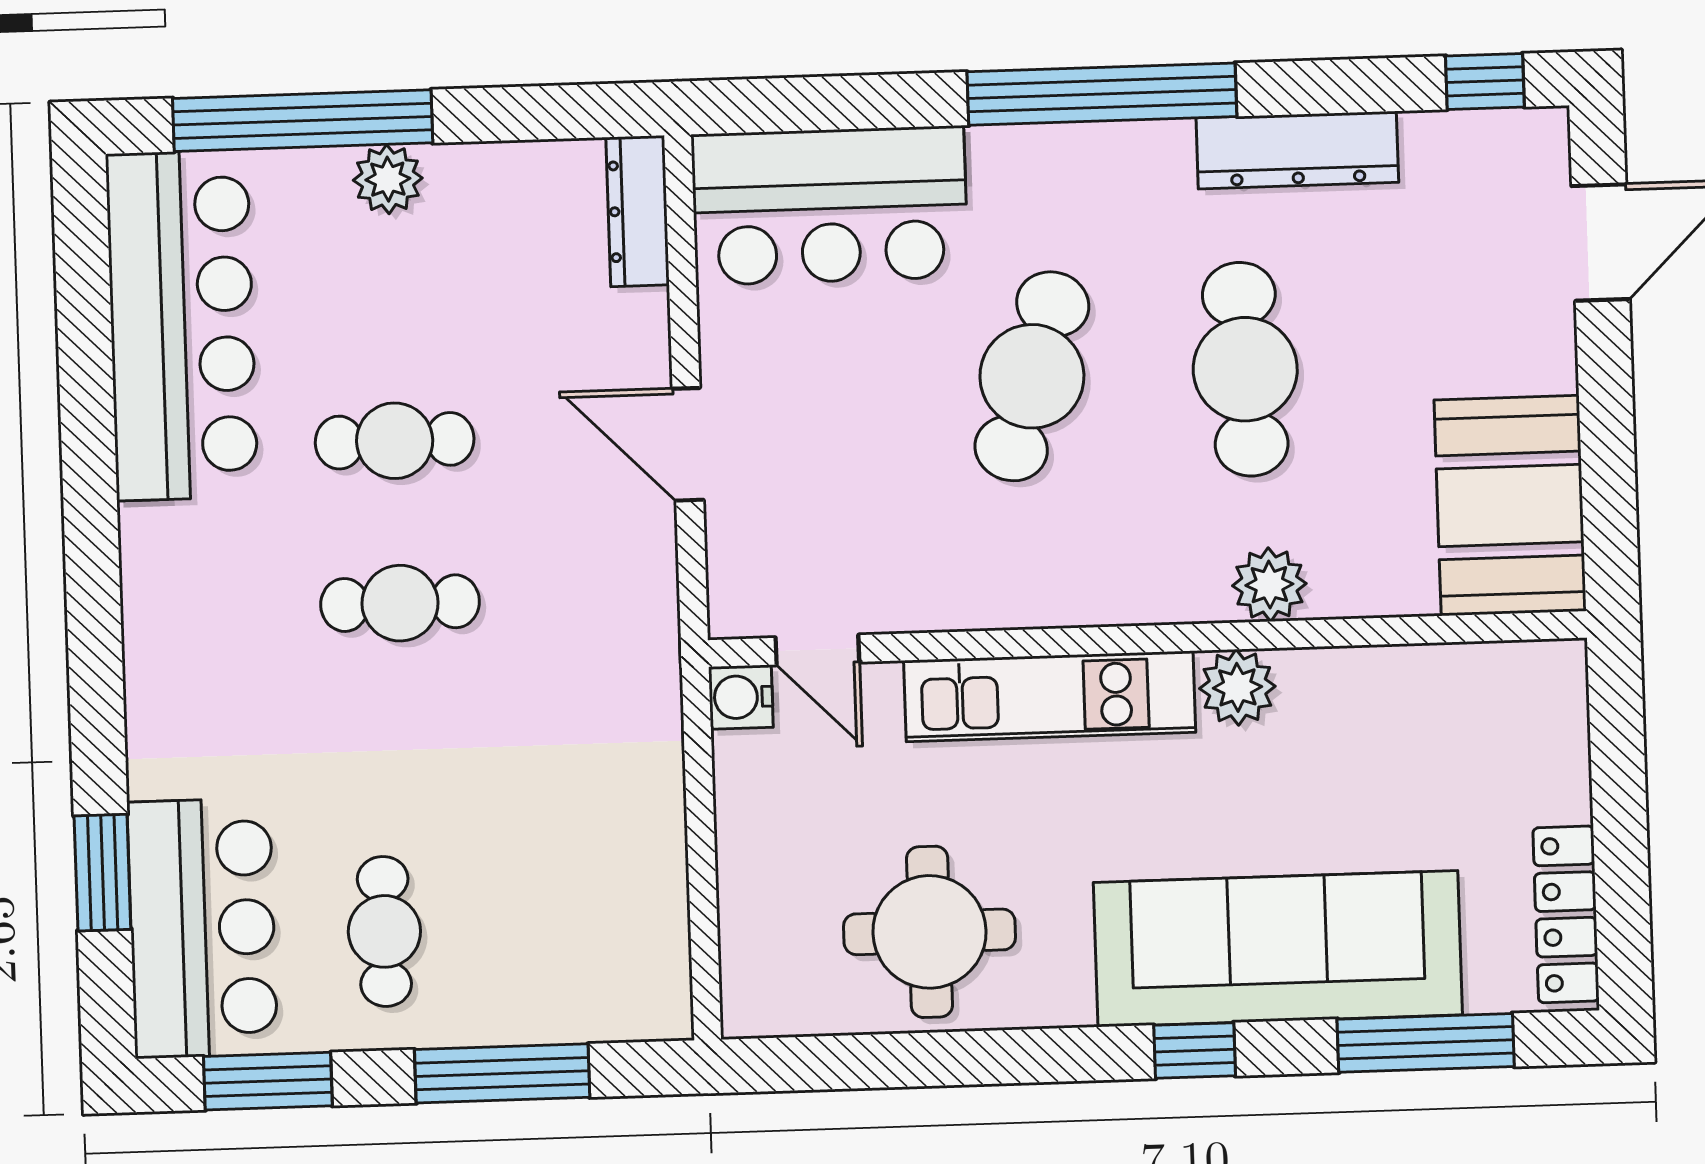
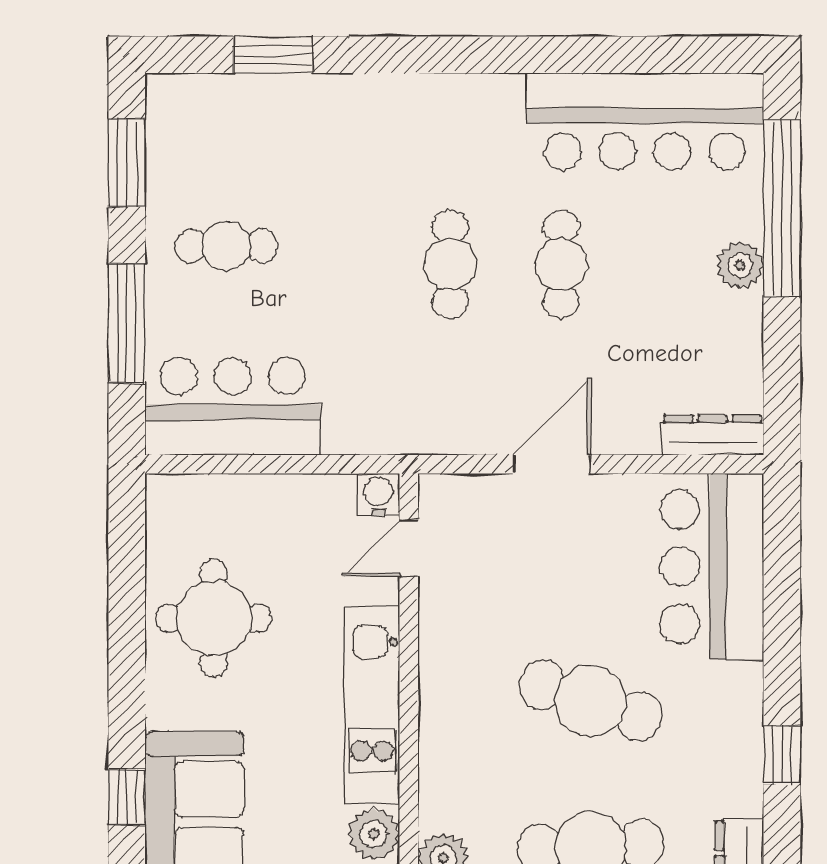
window: (1102, 94) -> (782, 755), width x0.32
bar counter: (202, 928) -> (233, 406), moved, turned 180

